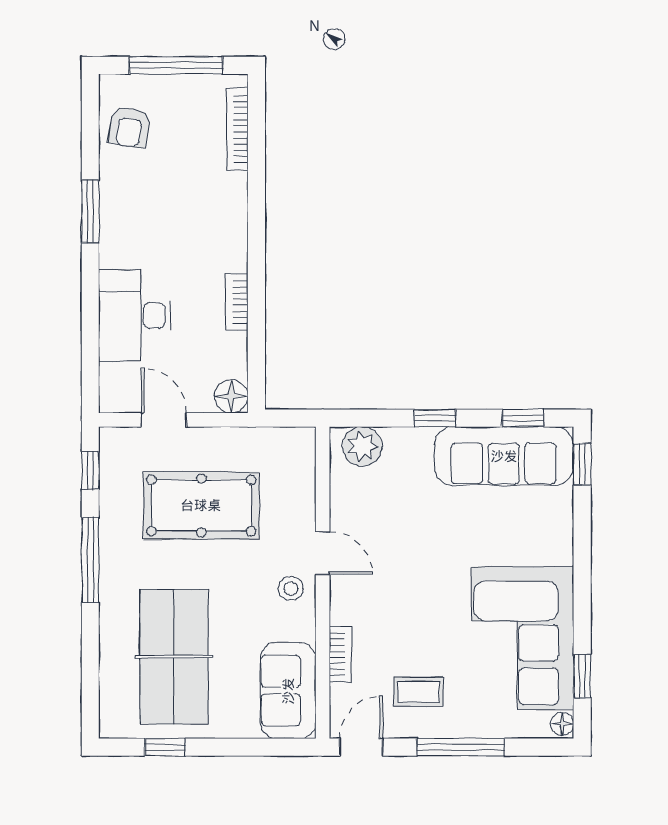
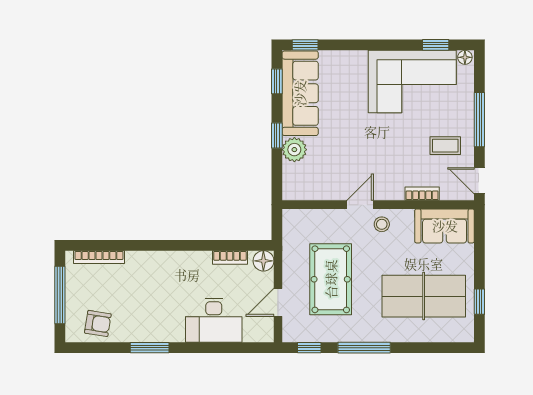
bookcase: (237, 302) -> (230, 258), moved
plant: (362, 446) -> (294, 150), moved
coffee table: (419, 692) -> (445, 146), turned 90

